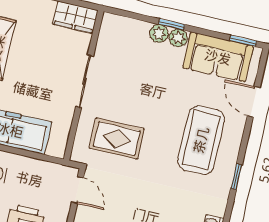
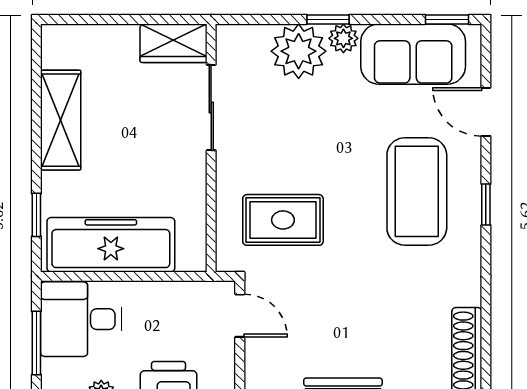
plant: (159, 33) -> (299, 51), width x1.88, depth x1.88
sliding door: (85, 81) -> (211, 107), moved
window: (236, 177) -> (486, 205), moved

